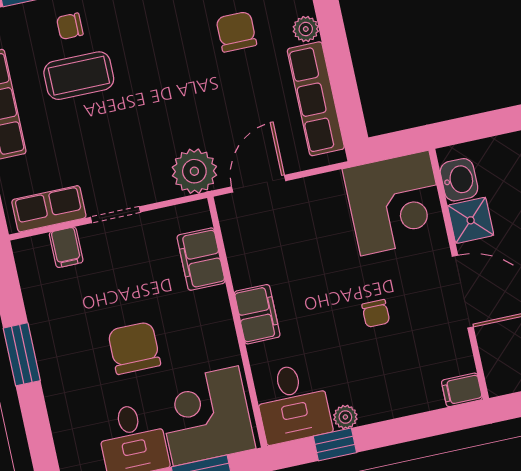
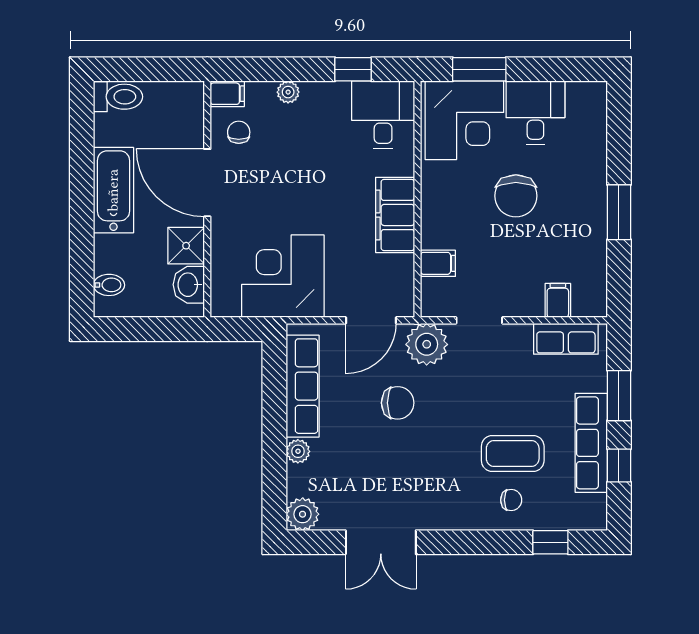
chair: (236, 32) -> (398, 403), moved, turned -90
corner desk: (395, 203) -> (283, 276), moved
doorway: (115, 215) -> (479, 320), moved
filing cabinet: (201, 259) -> (438, 263), width x0.50
chair: (376, 313) -> (239, 132), moved
filing cabinet: (257, 314) -> (395, 215), width x1.50, depth x1.17
plant: (345, 417) -> (288, 92), moved

